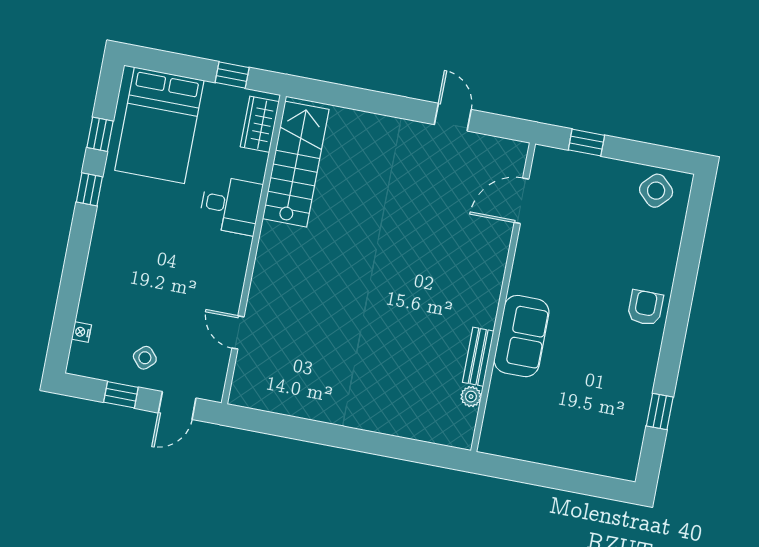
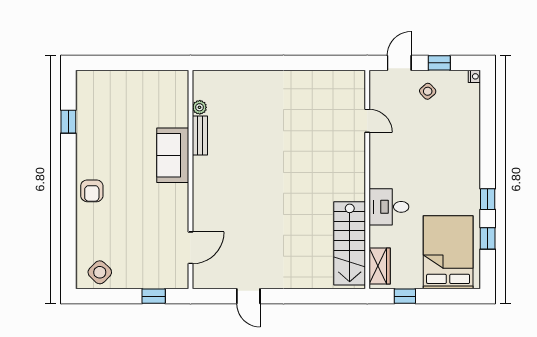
nightstand: (81, 332) -> (474, 76), moved

